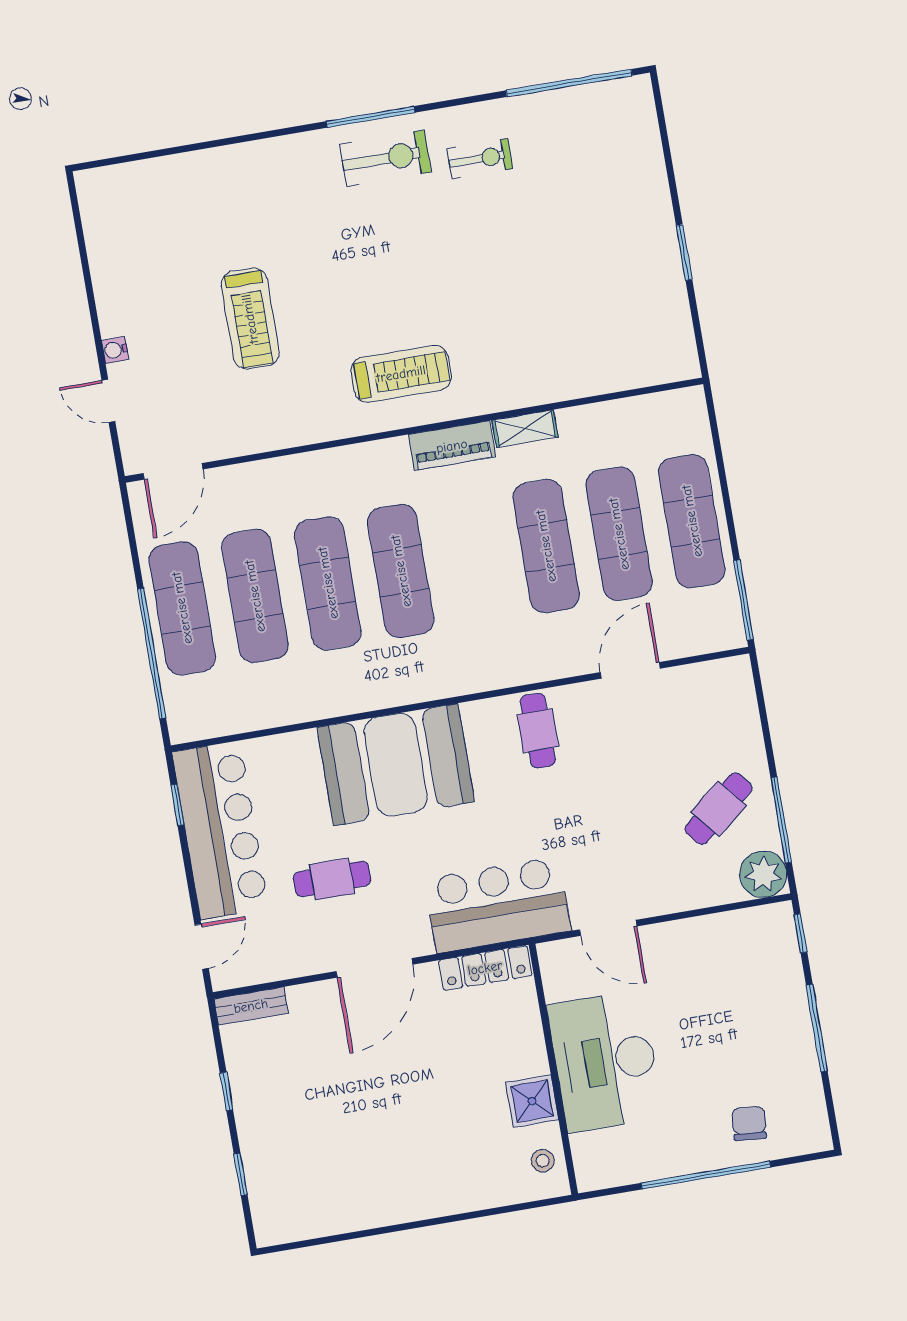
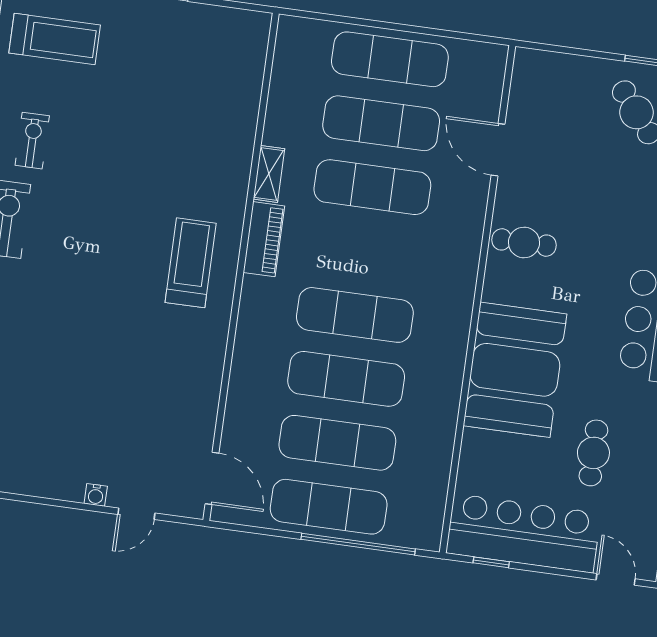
treadmill: (250, 319) -> (55, 39), moved
window: (744, 600) -> (469, 37), removed

